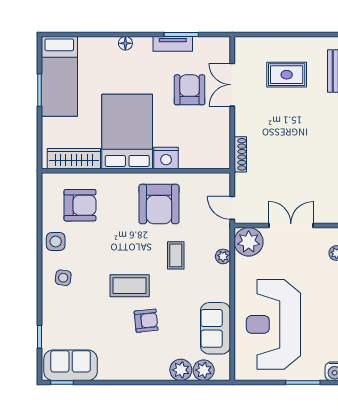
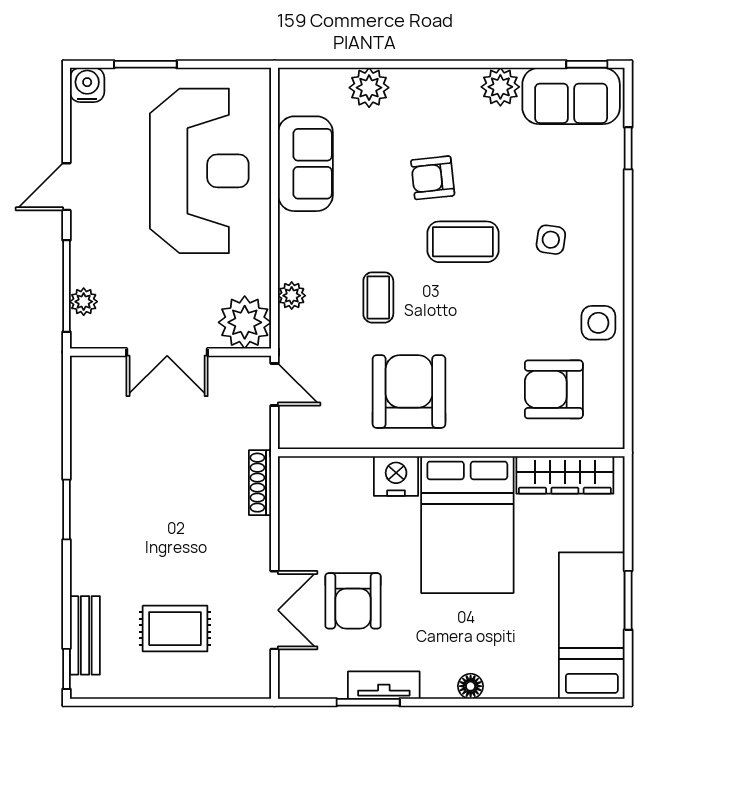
side table: (63, 278) -> (551, 240), moved
plant: (204, 370) -> (500, 87), moved

